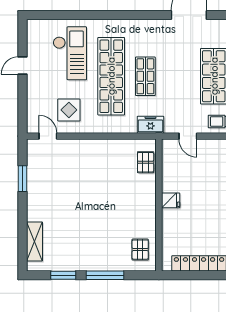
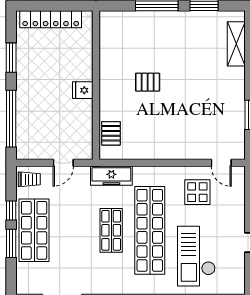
freezer: (150, 125) -> (111, 176), width x1.40
door: (188, 136) -> (63, 163), swing flipped
pallet: (140, 250) -> (148, 82), moved, turned 90

